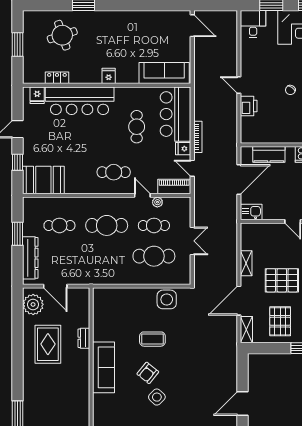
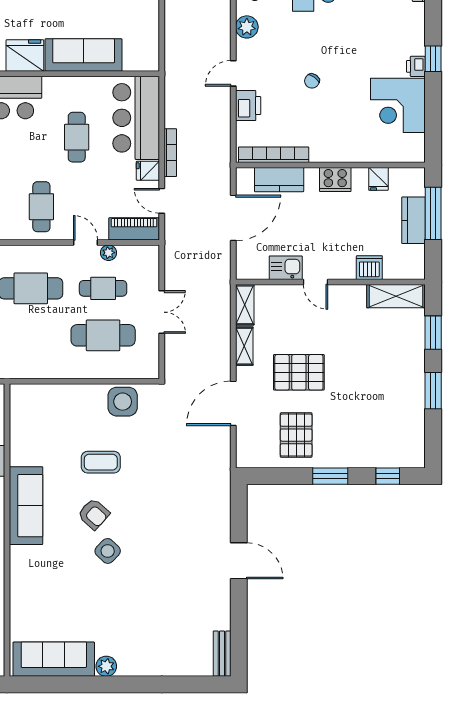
plant: (248, 55) -> (247, 27), added
sofa: (164, 73) -> (84, 55), moved
fridge: (109, 76) -> (25, 56), width x1.88, depth x1.34
door: (239, 85) -> (233, 73), hinge flipped
bookcase: (265, 138) -> (274, 155), added
cafe table: (114, 172) -> (41, 207), turned 90
kitchen sink: (251, 212) -> (286, 268), moved
shelving: (246, 330) -> (245, 305), moved
armchair: (148, 373) -> (94, 514), turned -87
door: (243, 403) -> (239, 561), swing flipped

